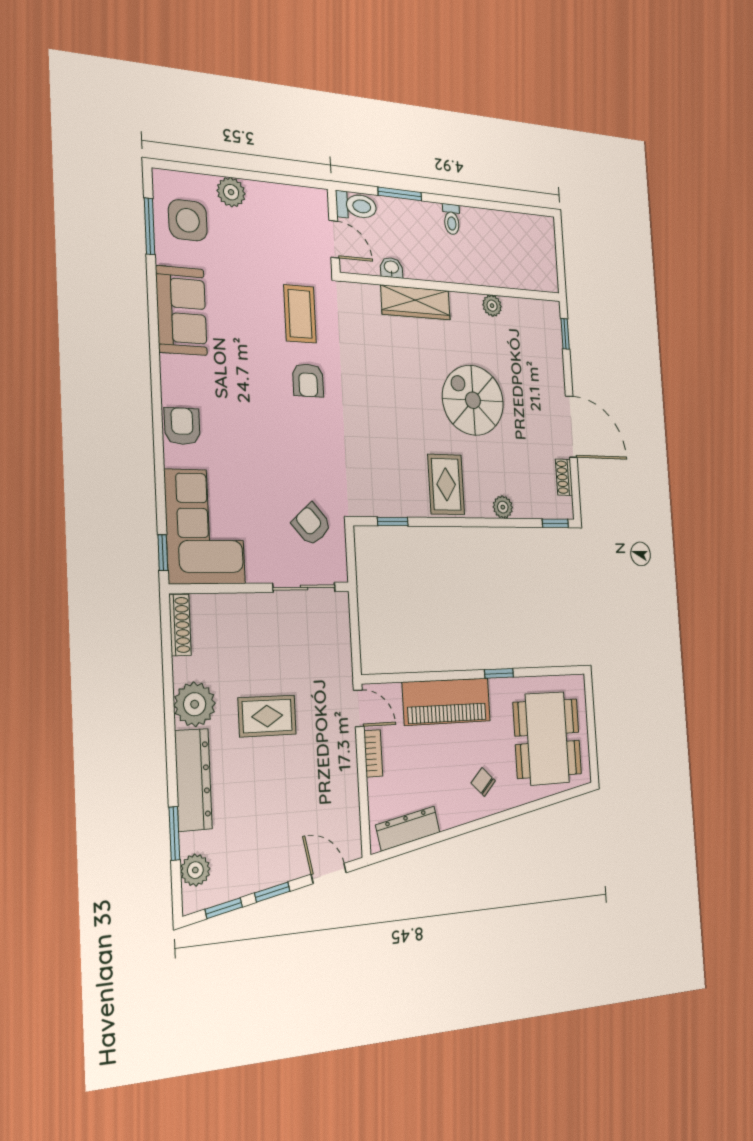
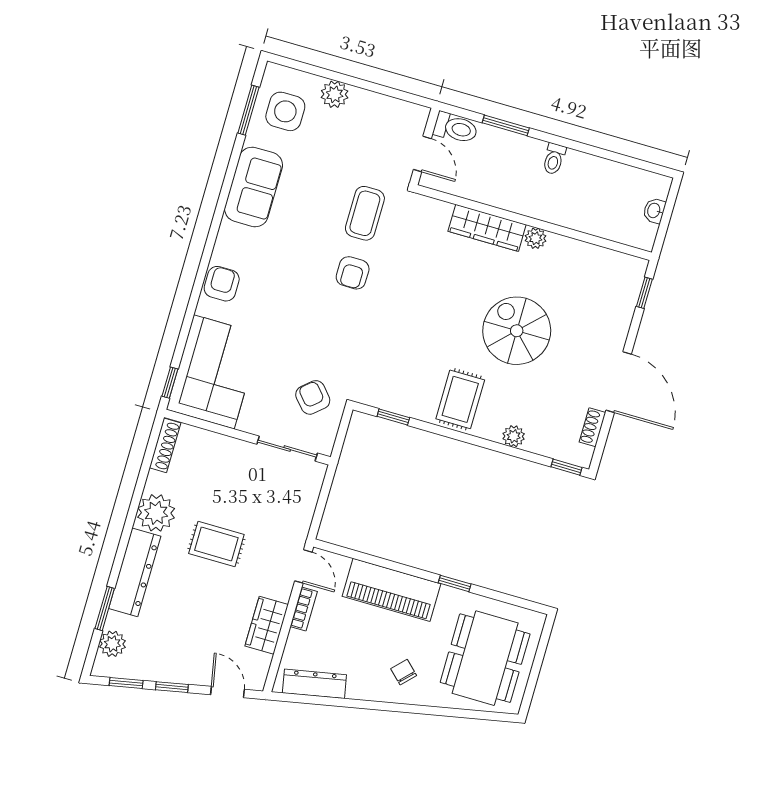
washbasin: (391, 268) -> (654, 211), moved, turned -90
plant: (492, 306) -> (536, 238), moved
wardrobe: (344, 785) -> (267, 625), added

